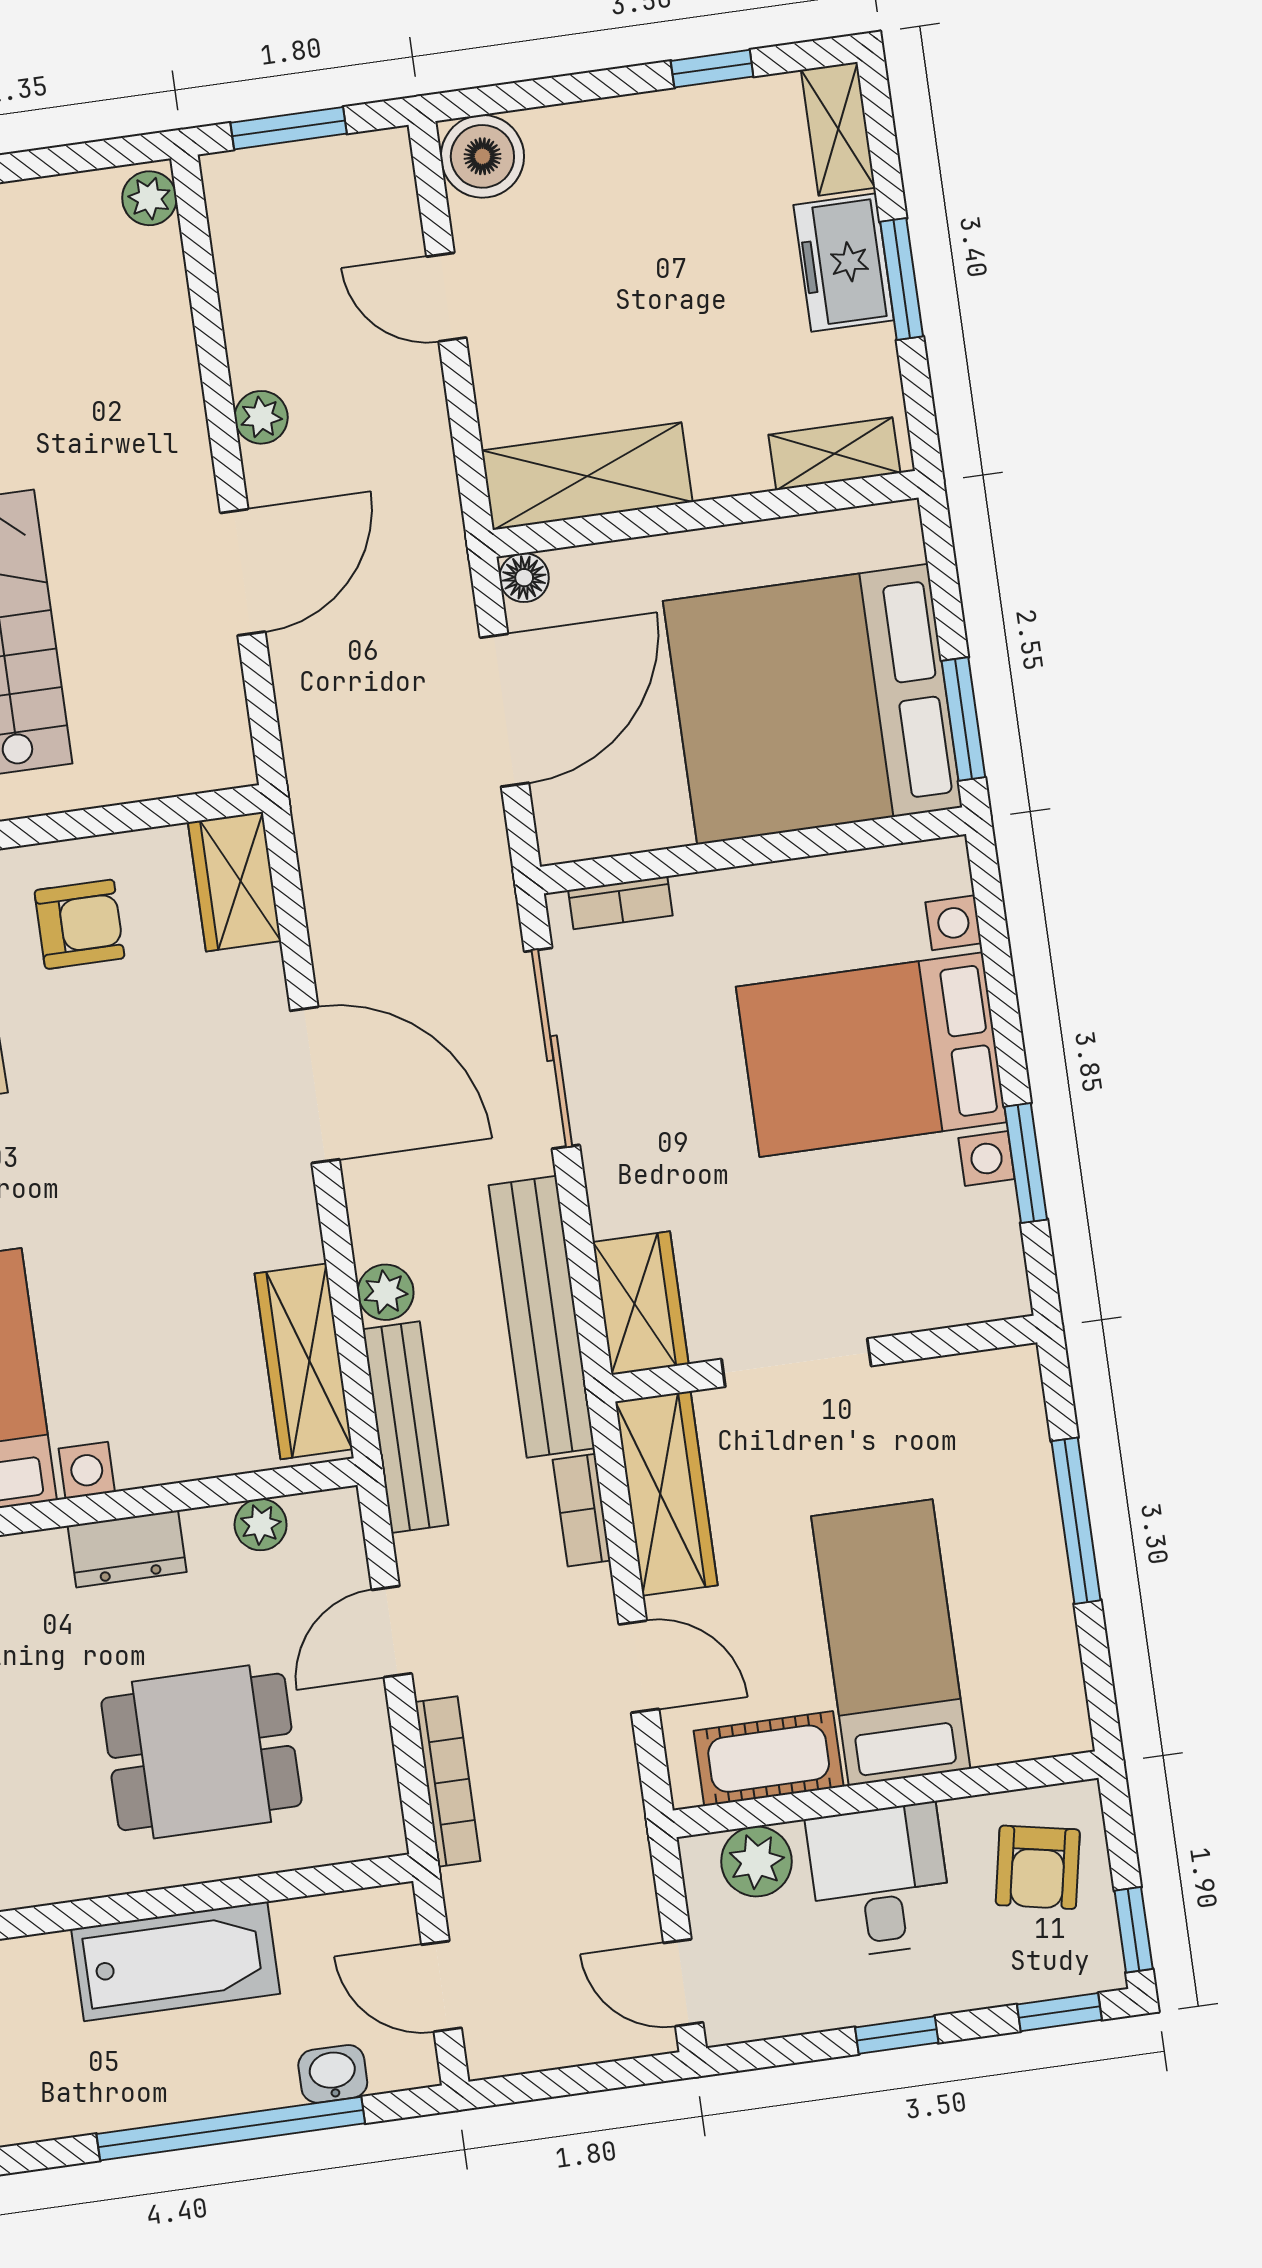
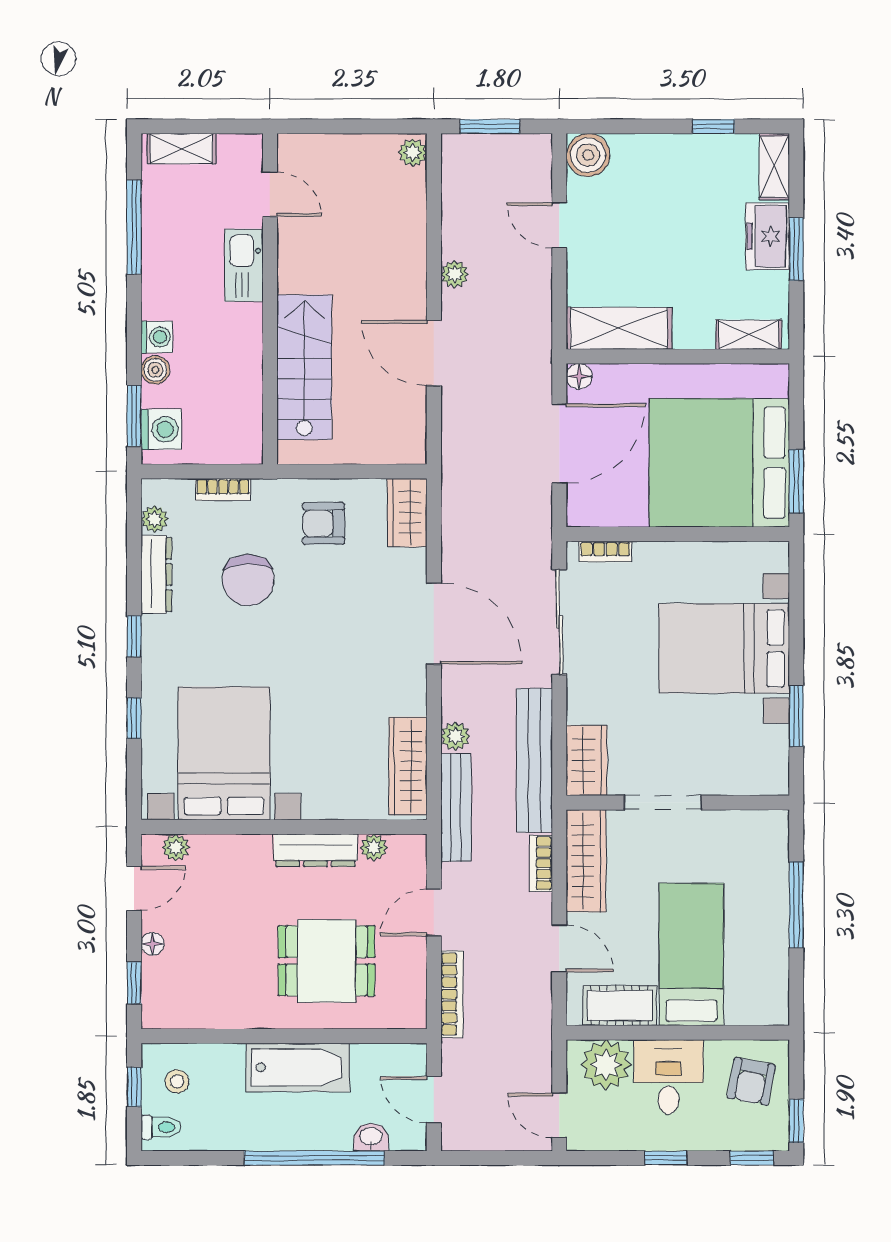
door: (243, 572) -> (434, 353), swing flipped
armchair: (79, 924) -> (324, 523), turned 180
dresser: (127, 1549) -> (316, 850), width x1.44
plant: (756, 1861) -> (606, 1065), width x1.36, depth x1.36

